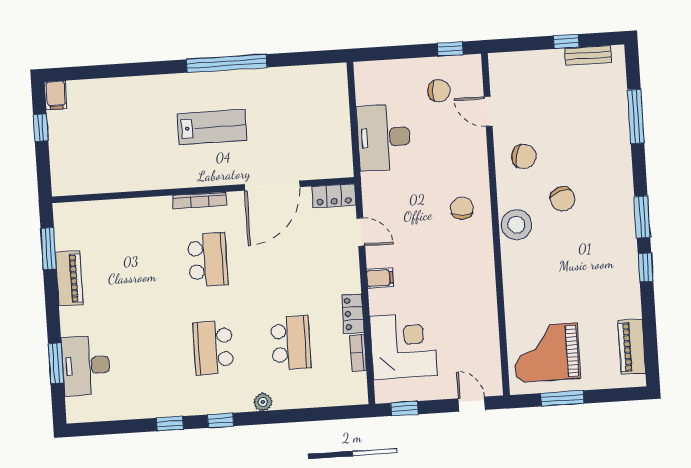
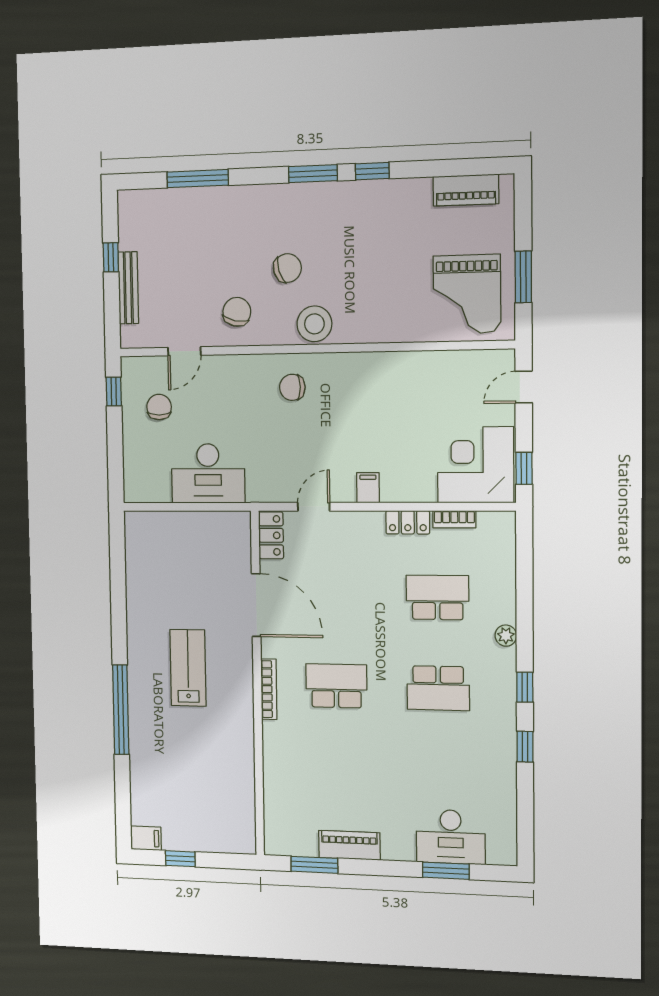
bench: (588, 55) -> (128, 288), moved, width x1.36
window: (227, 63) -> (121, 710), moved
corner desk: (403, 346) -> (475, 465), moved

